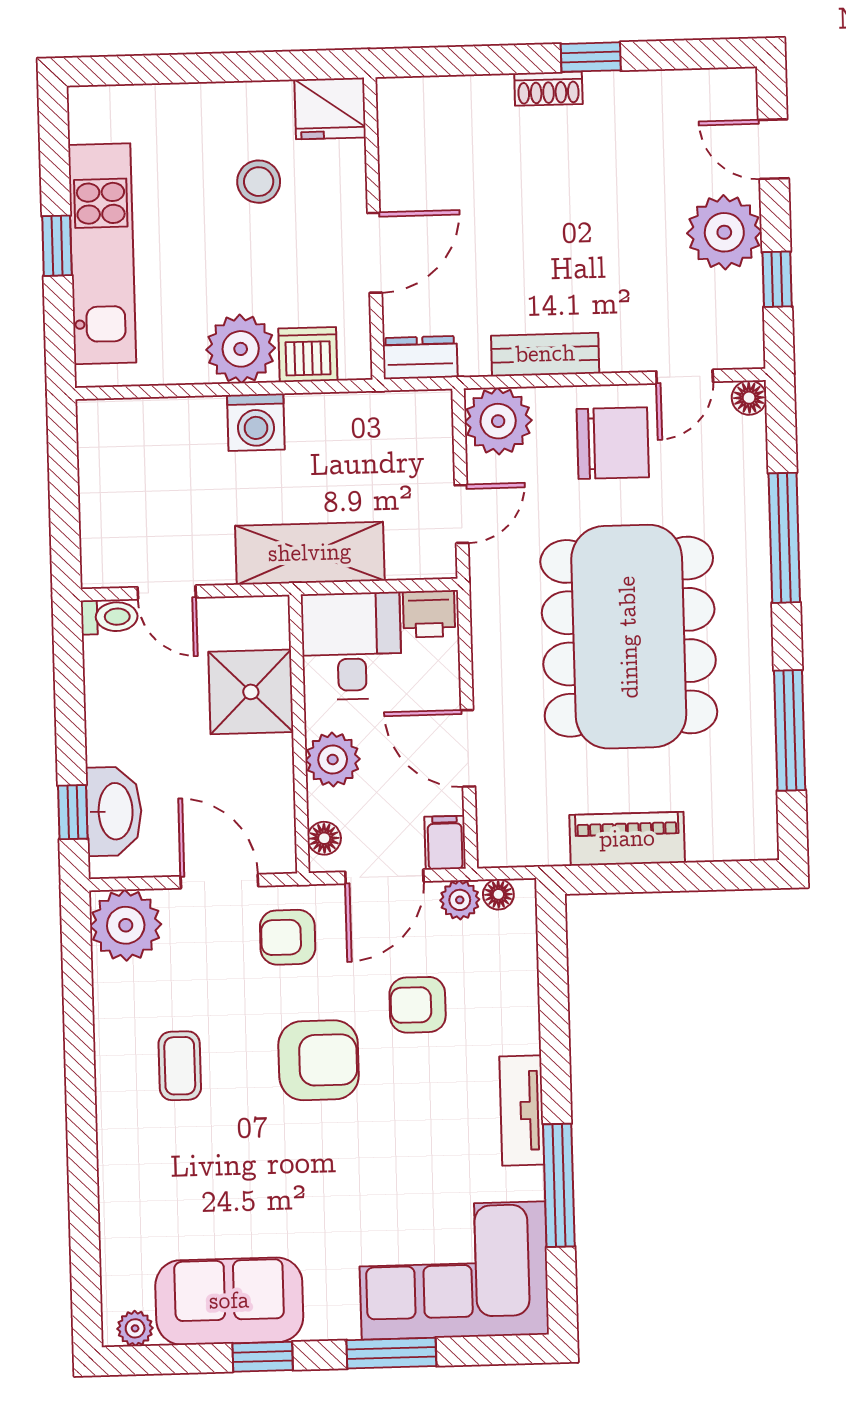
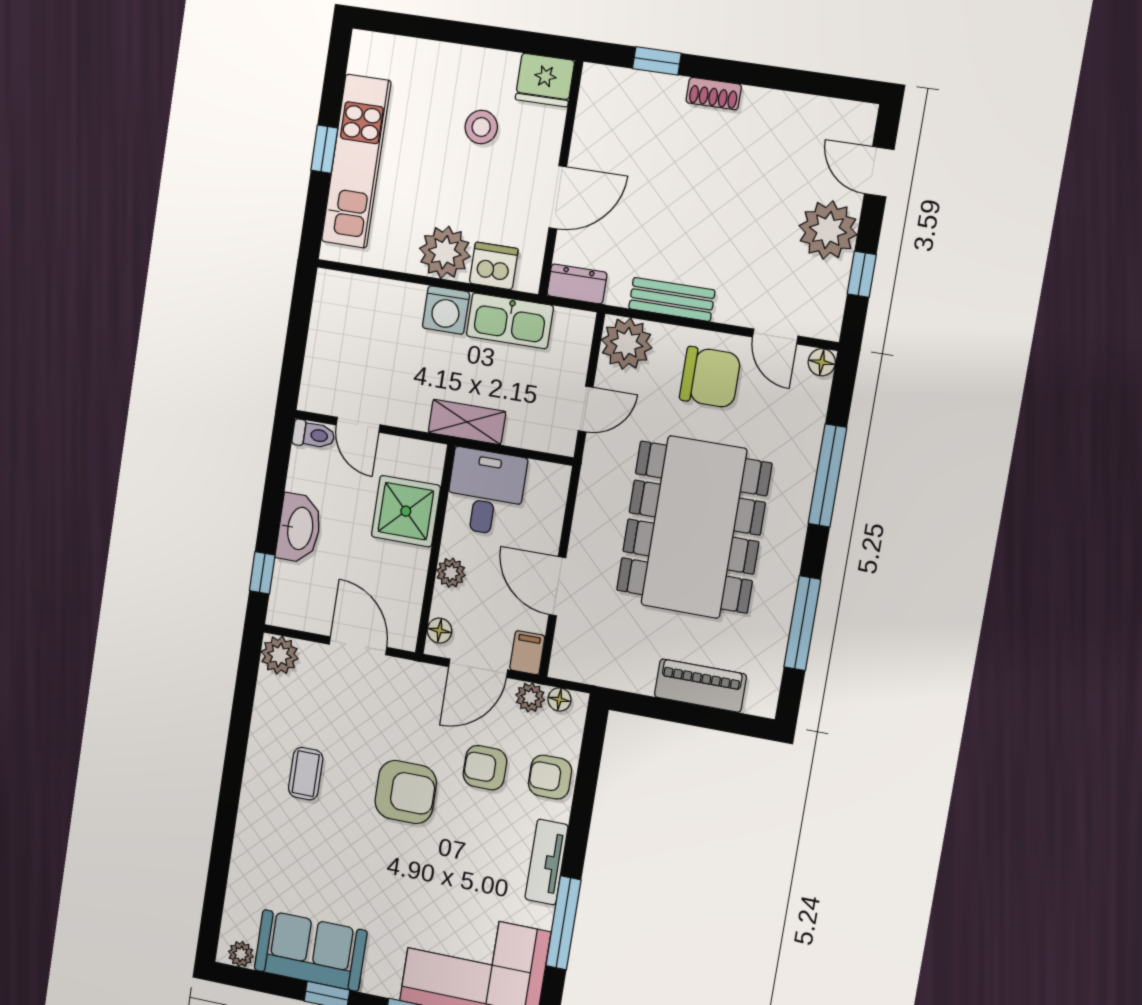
window: (591, 57) -> (657, 61), moved
door: (685, 377) -> (775, 337), hinge flipped
kitchen sink: (342, 420) -> (510, 321), added
shelving: (310, 553) -> (467, 422), width x0.67, depth x0.75
printer: (429, 614) -> (547, 480), removed
plant: (333, 760) -> (451, 573), width x0.73, depth x0.73
washbasin: (114, 811) -> (299, 528), moved
piano: (627, 839) -> (700, 686), moved
plant: (126, 925) -> (280, 655), width x0.73, depth x0.73
armchair: (288, 937) -> (550, 777), moved

